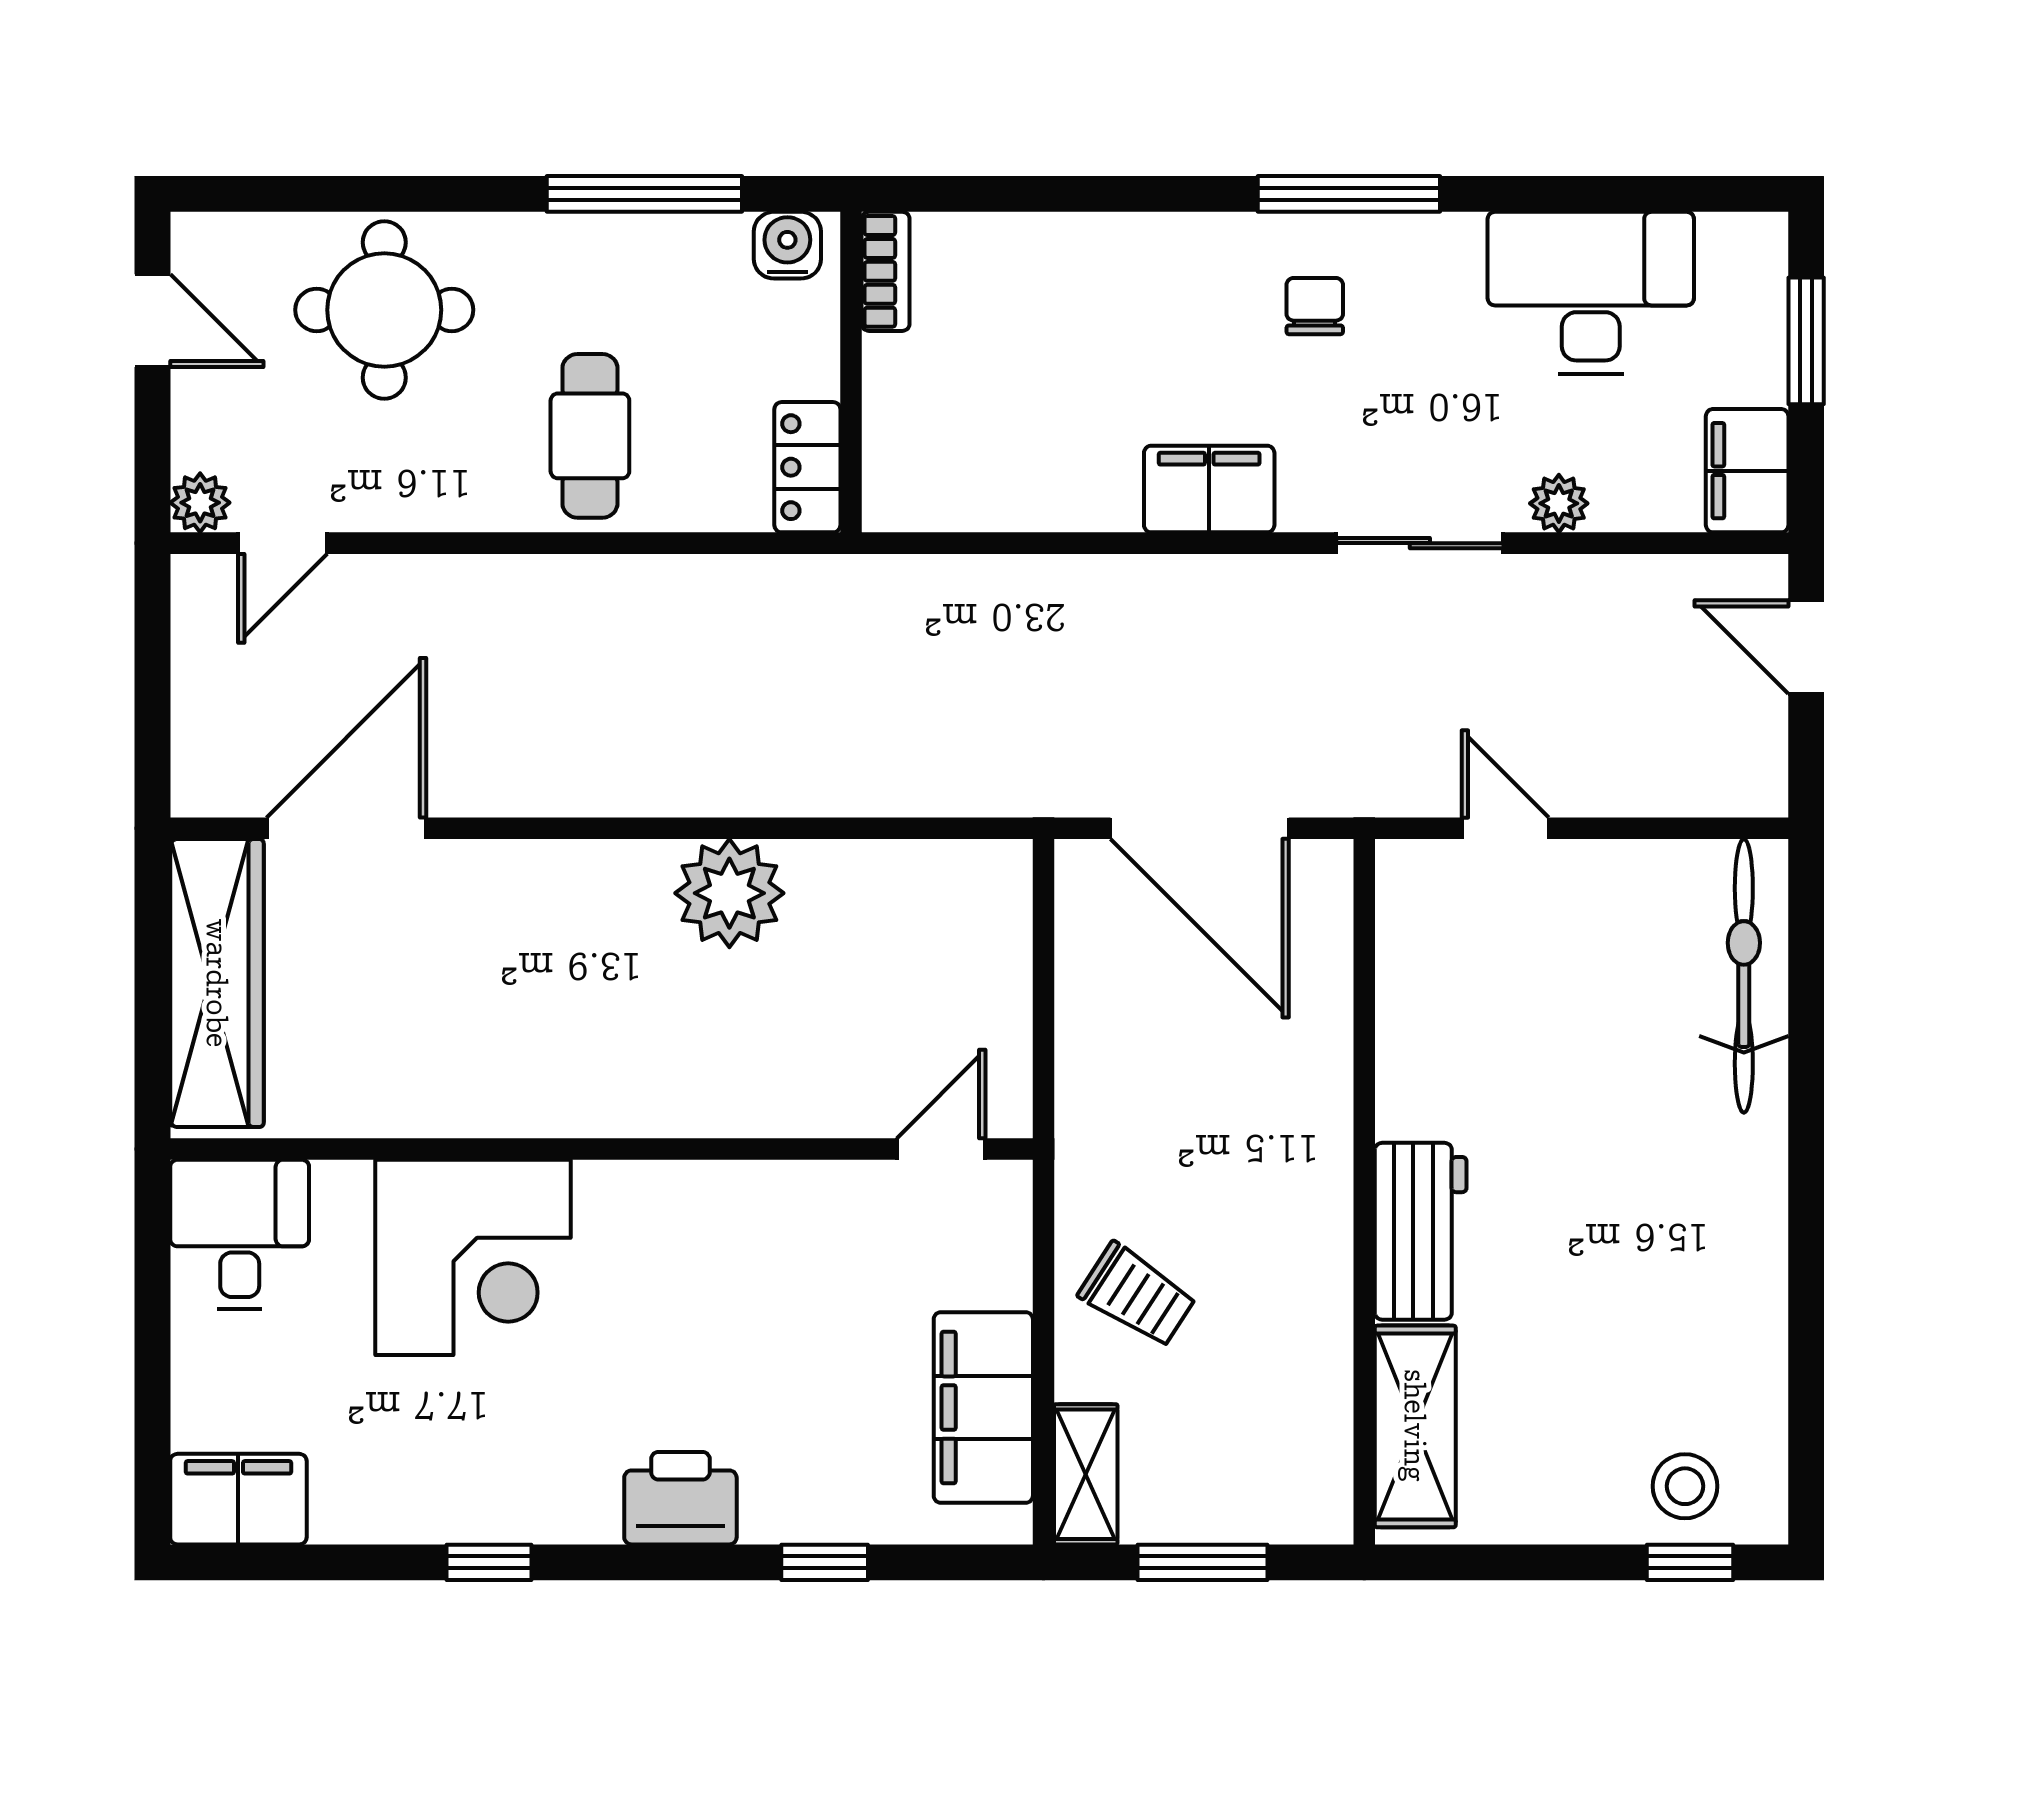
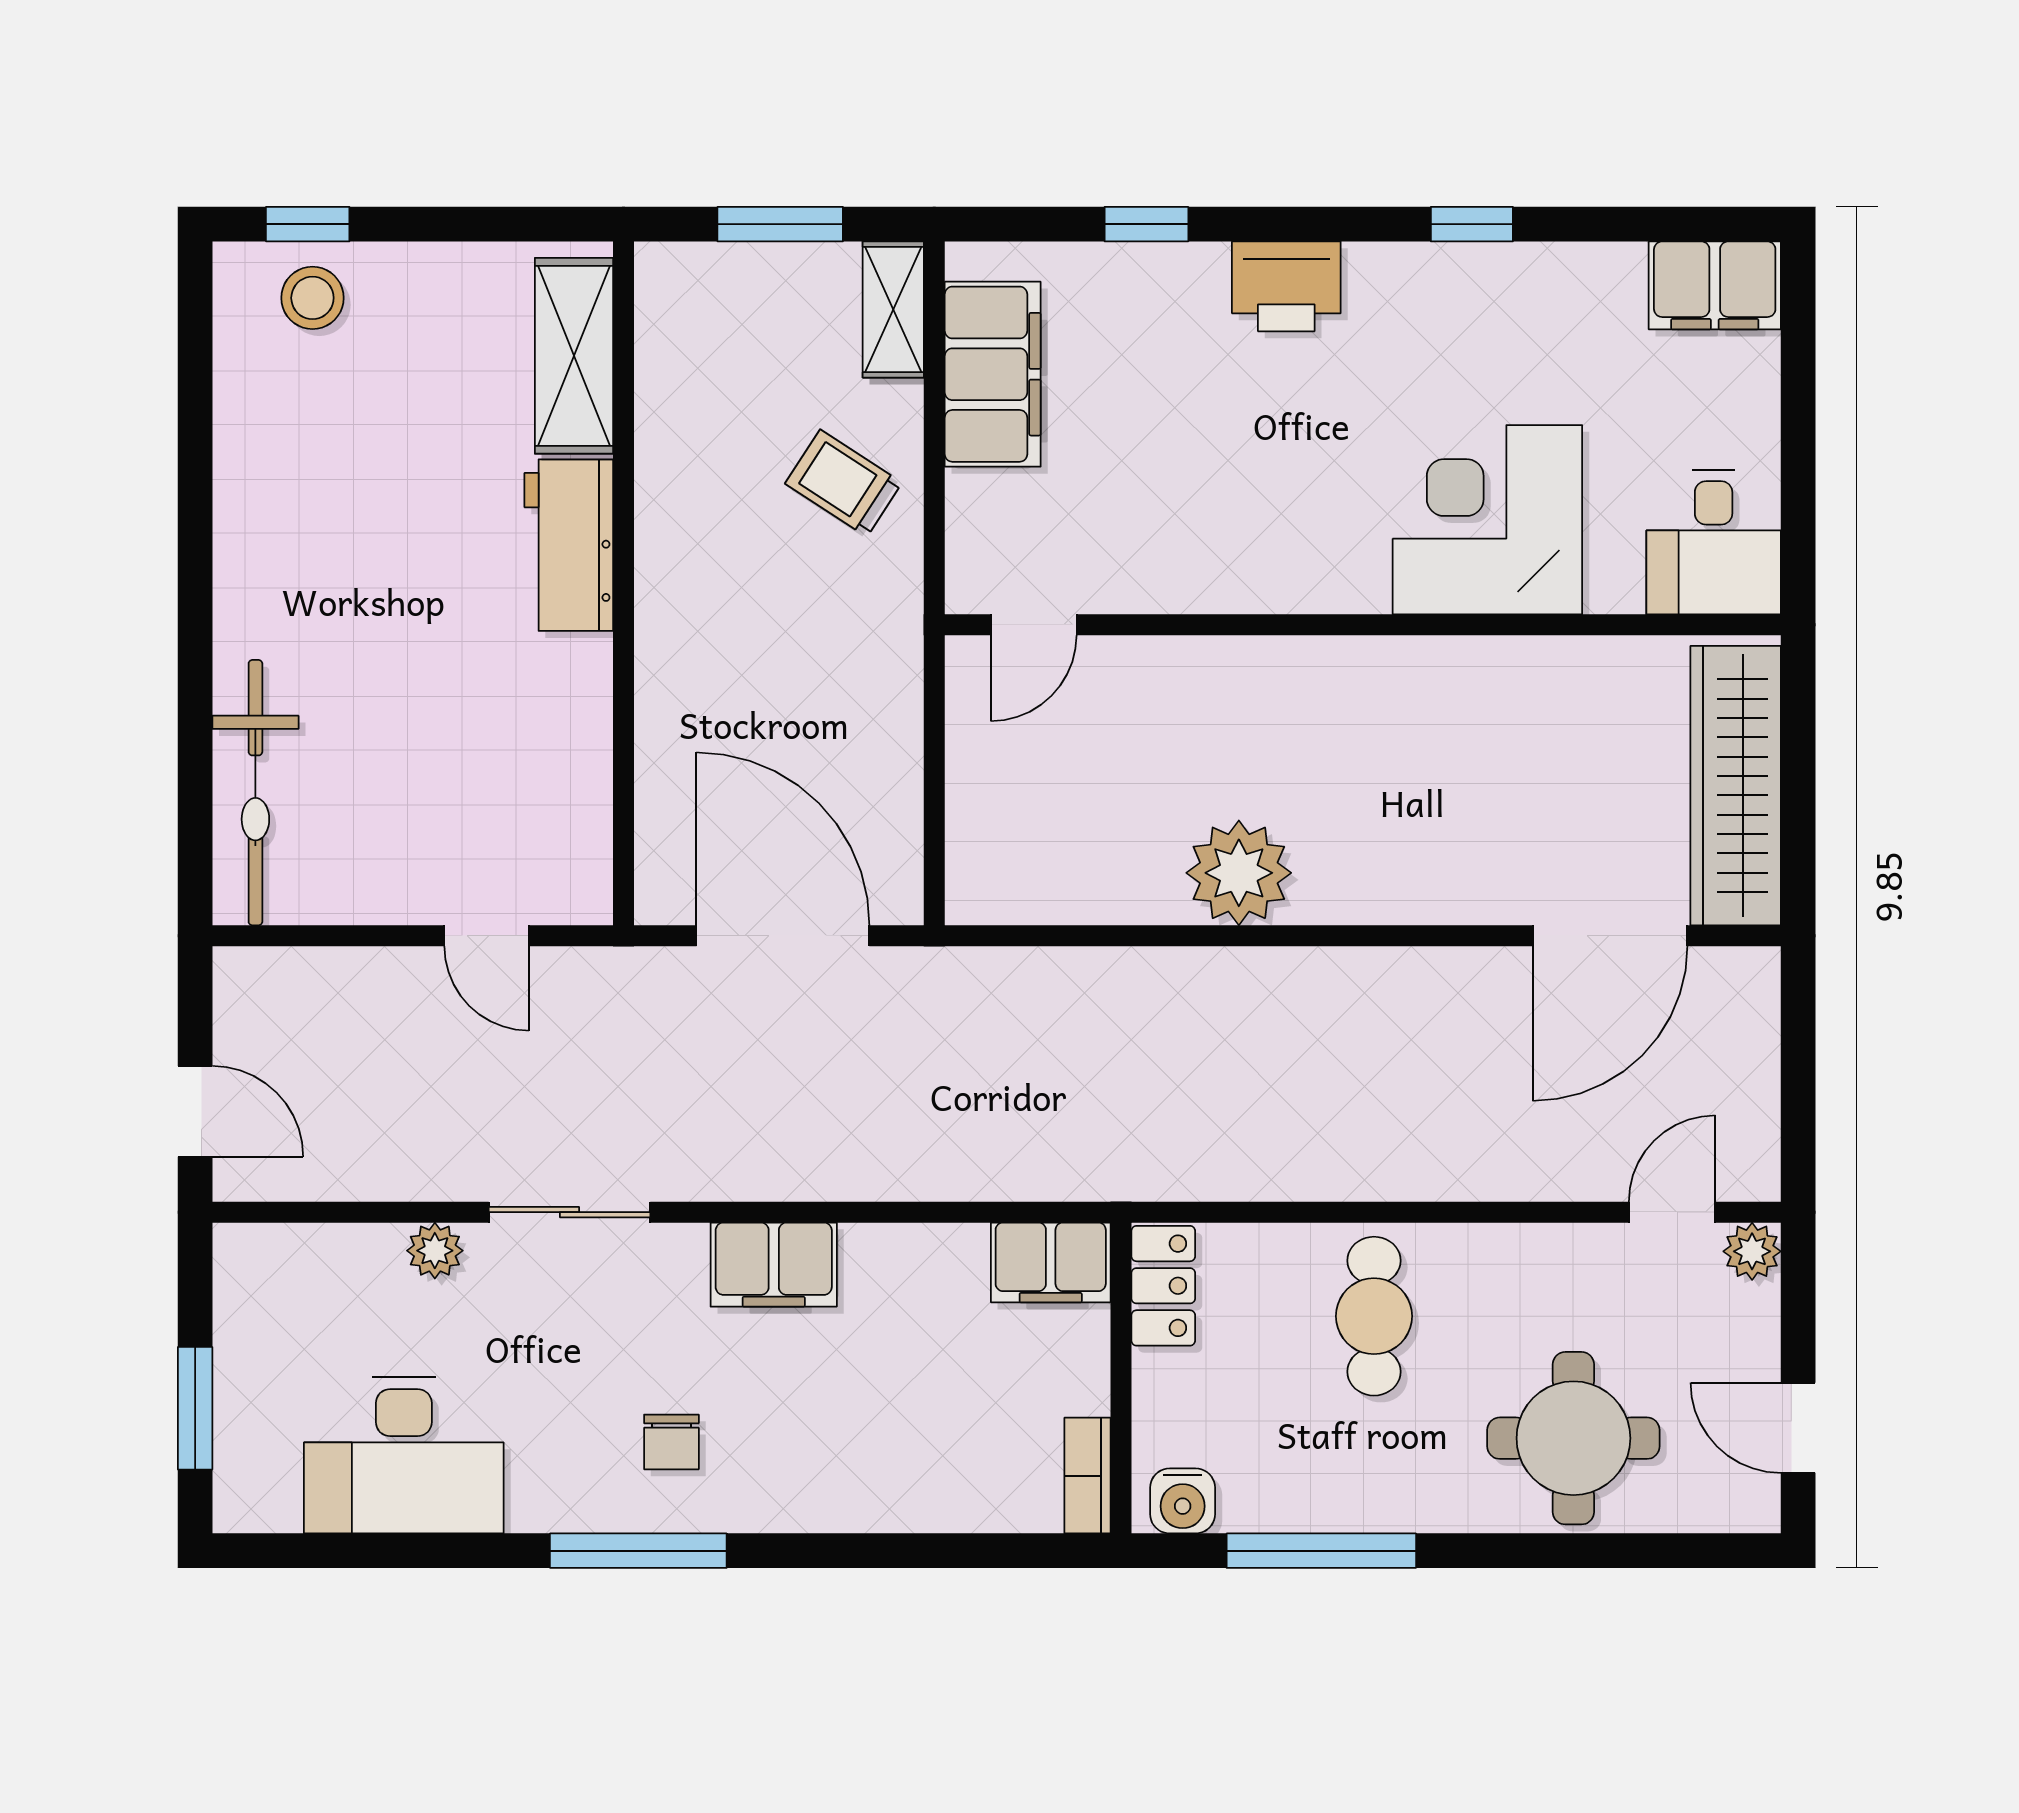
filing cabinet: (1747, 471) -> (1051, 1262), moved, turned 90

